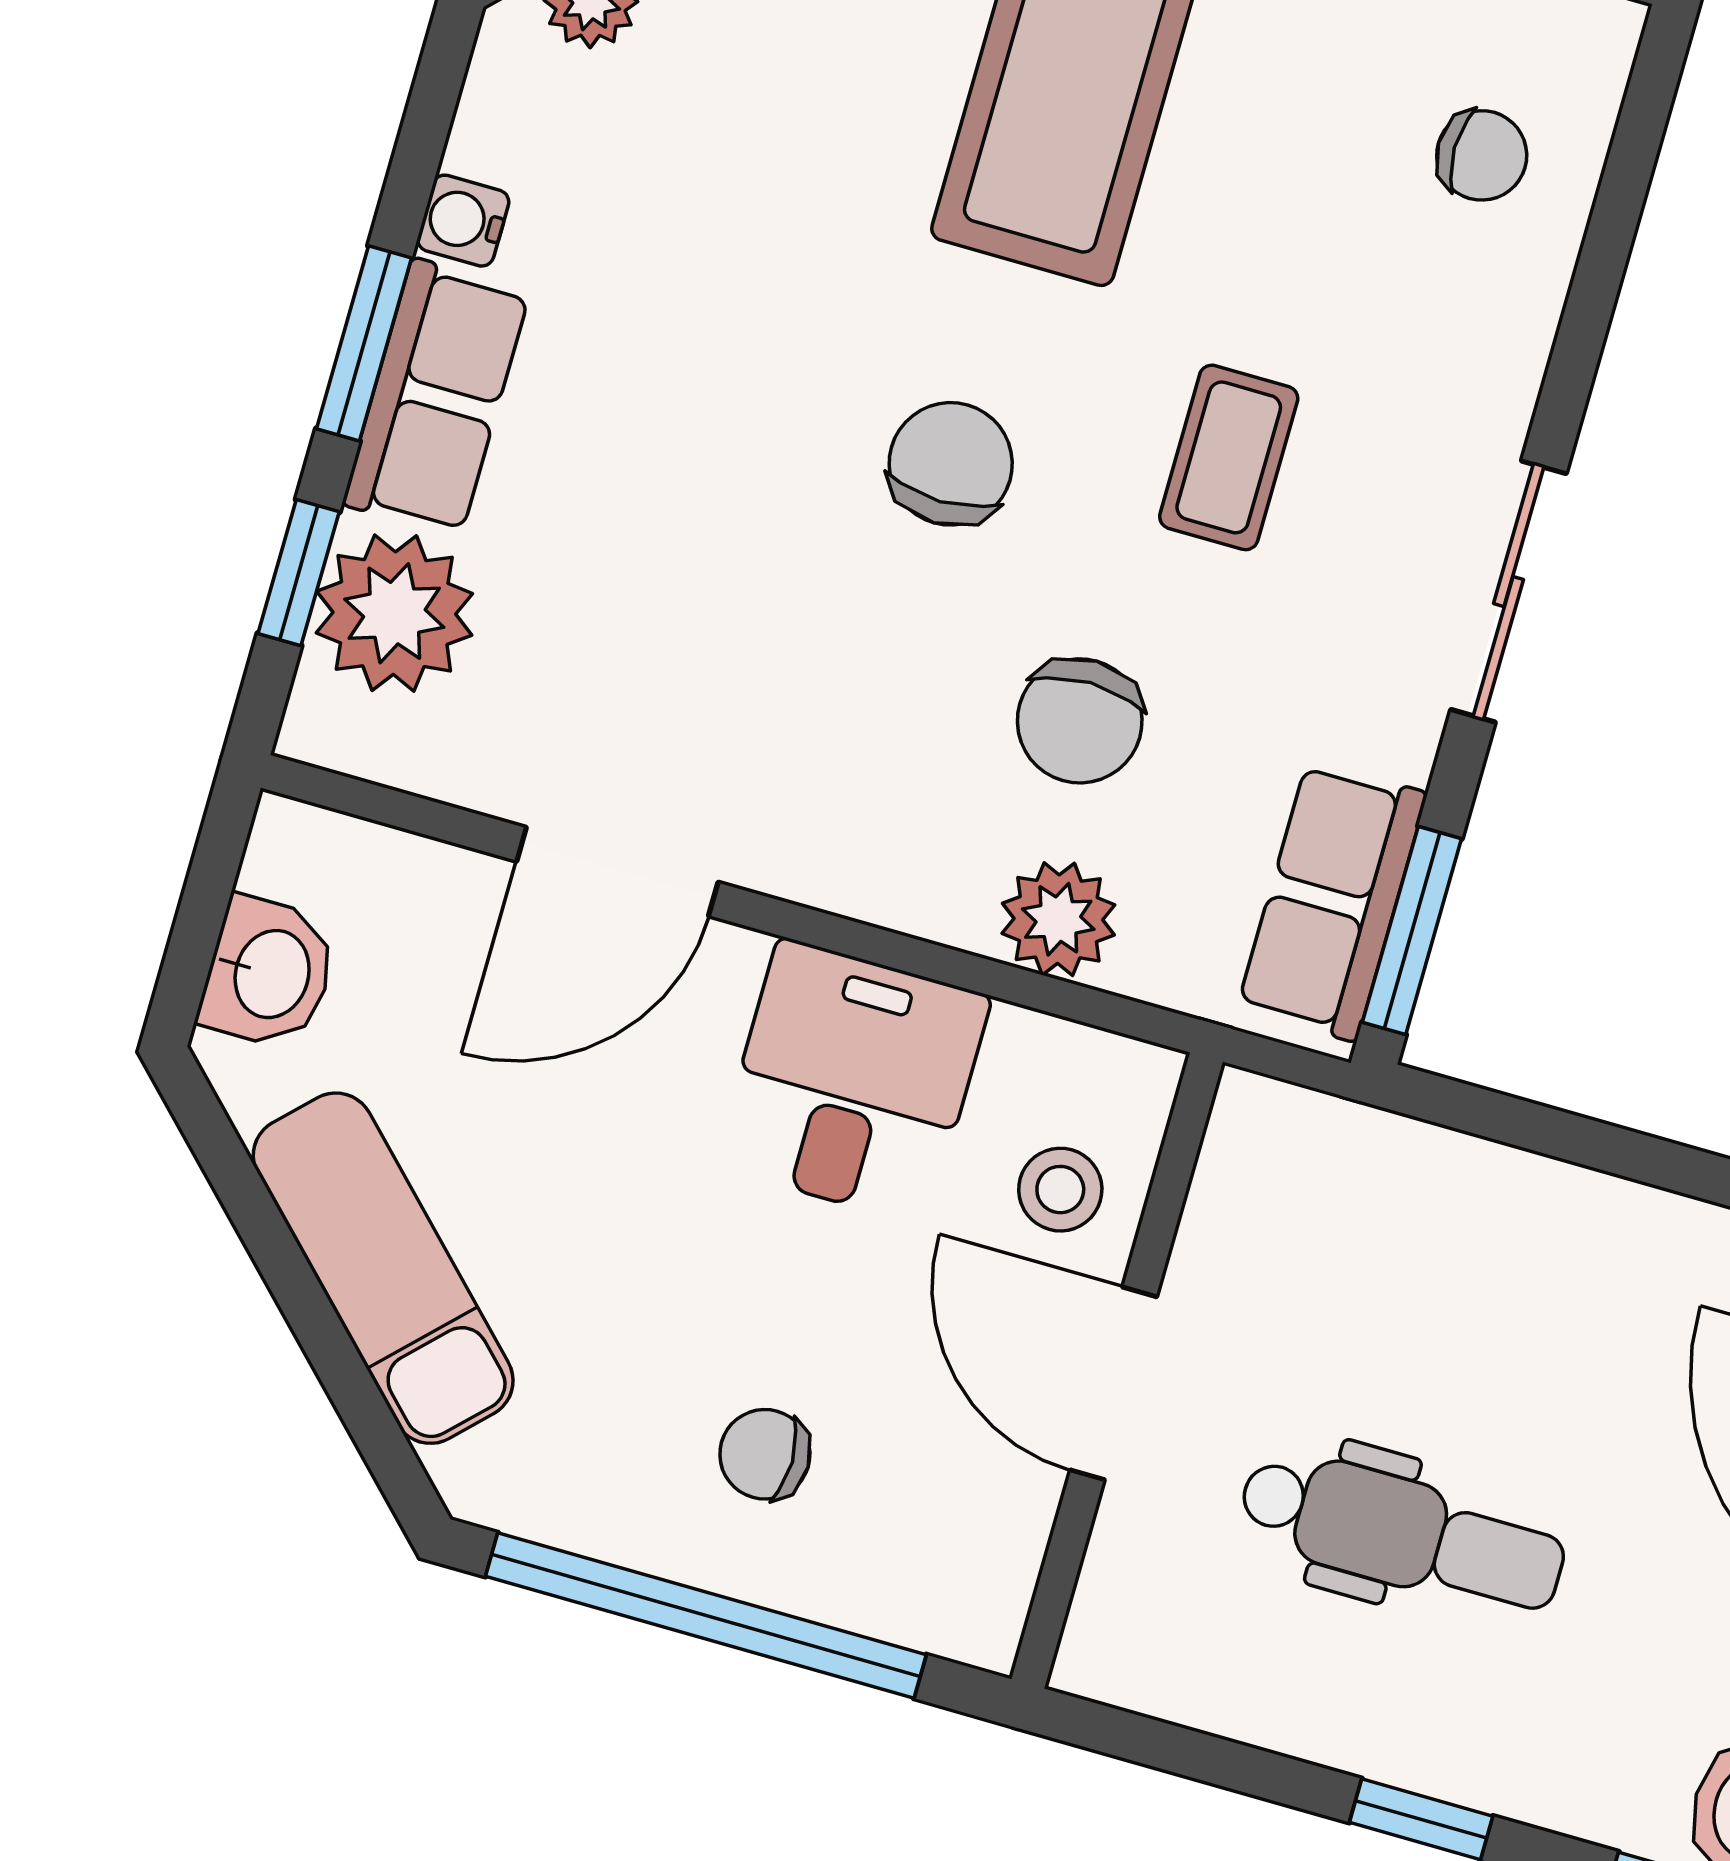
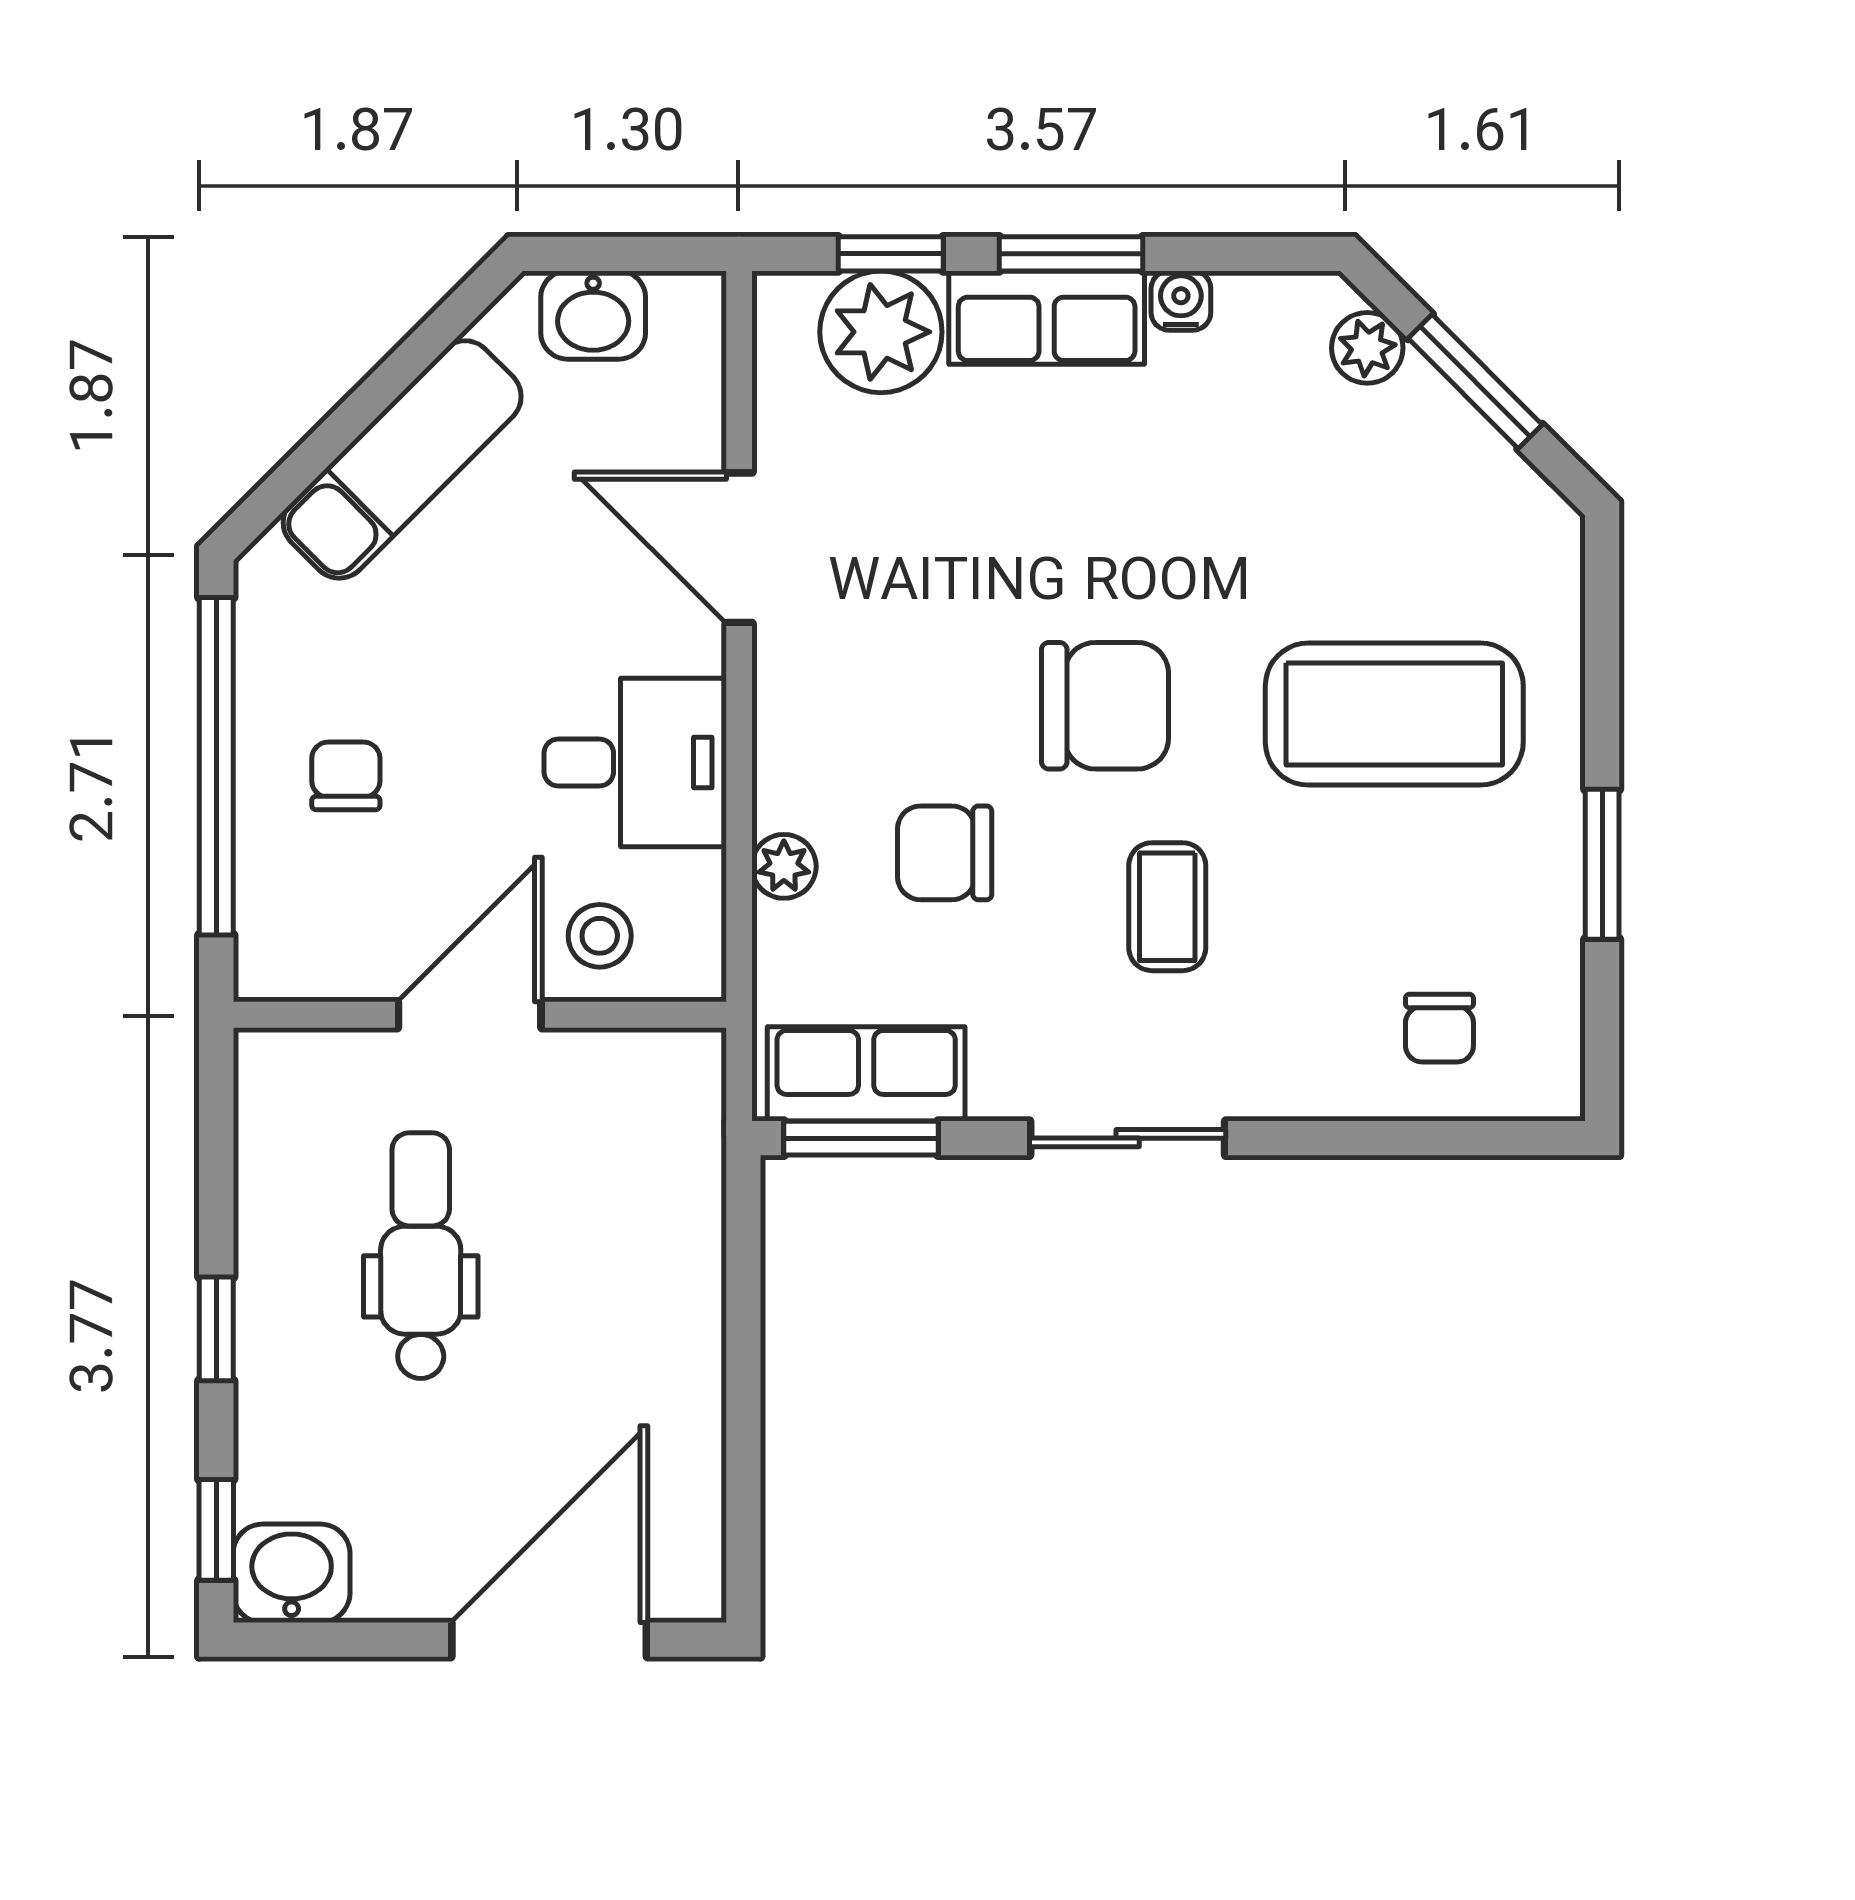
coffee table: (1229, 457) -> (1167, 907), turned 90
chair: (951, 464) -> (1105, 706), width x1.37, depth x1.37
plant: (1058, 919) -> (784, 866), width x0.73, depth x0.73
dental chair: (1402, 1533) -> (421, 1256), turned 180

